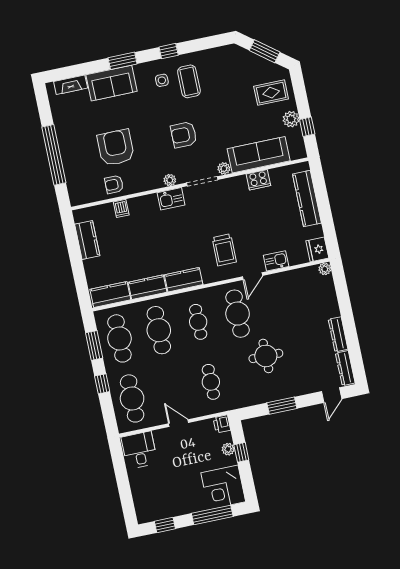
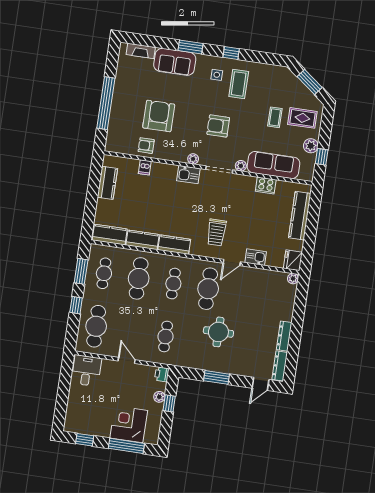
coffee table: (241, 103) -> (275, 117), added
cafe table: (119, 338) -> (104, 273), width x0.73, depth x0.74
corner desk: (223, 487) -> (129, 424), moved, turned 90

